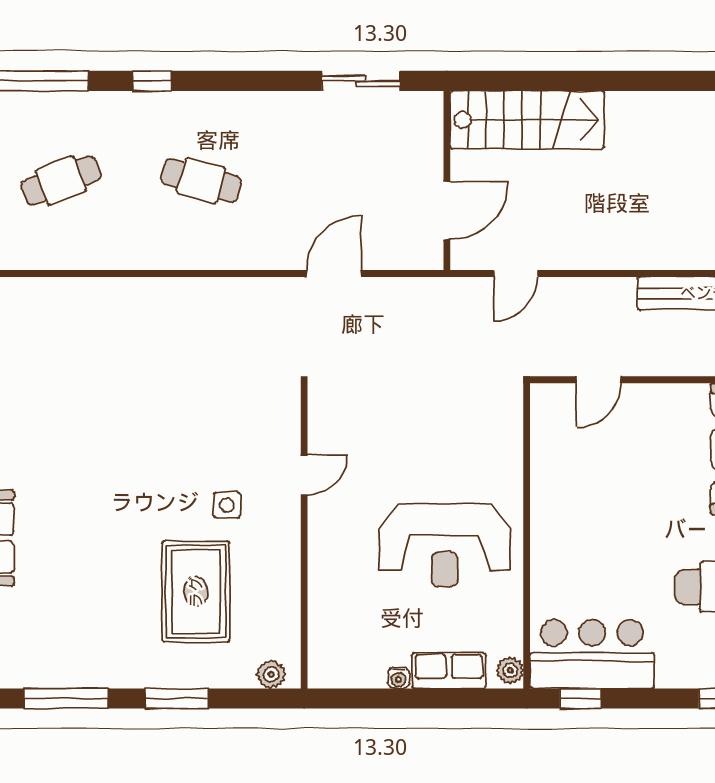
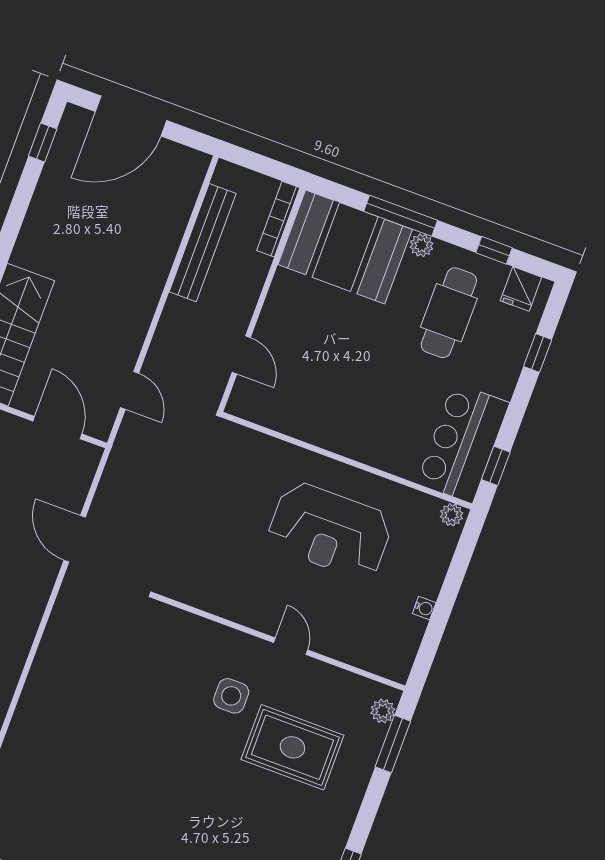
door: (304, 475) -> (291, 646), moved
side table: (227, 505) -> (231, 696), width x1.37, depth x1.37
reception desk: (444, 545) -> (330, 531), turned 90
row of seats: (449, 671) -> (434, 565), removed
window: (177, 698) -> (393, 744), moved

